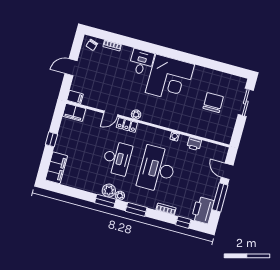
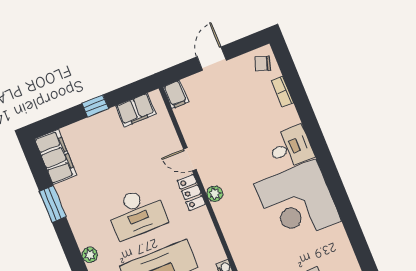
door: (71, 67) -> (212, 59), hinge flipped
filing cabinet: (74, 112) -> (136, 110), moved, turned -90
filing cabinet: (56, 168) -> (56, 157), moved, turned -90
plant: (109, 190) -> (85, 235), removed
window: (105, 201) -> (53, 204), moved

